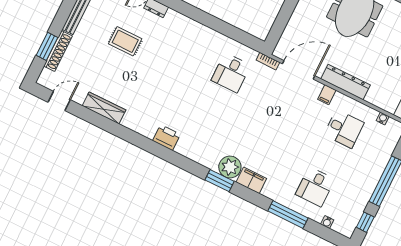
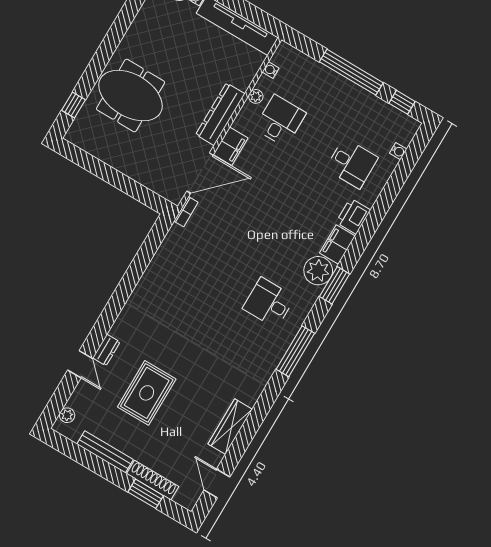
rug: (125, 41) -> (147, 393), width x1.36, depth x1.43
door: (299, 70) -> (200, 173), swing flipped
desk: (231, 73) -> (269, 303), moved, turned 180
filing cabinet: (327, 95) -> (231, 146), width x2.00
plant: (361, 109) -> (256, 96), added
printer: (166, 138) -> (353, 216), moved
window: (288, 215) -> (295, 351), moved

